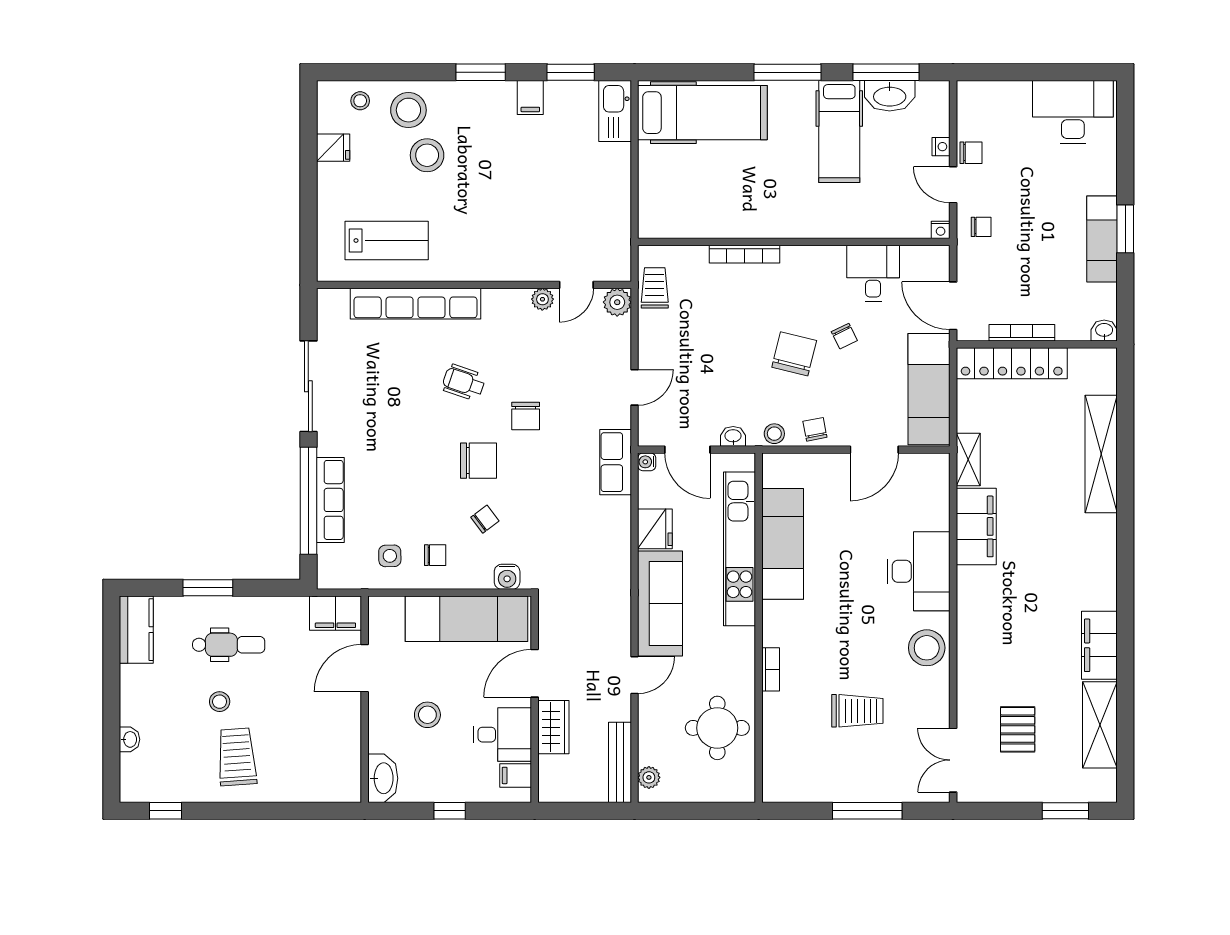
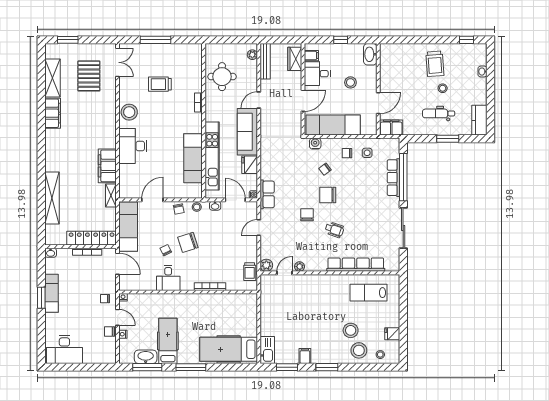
desk: (873, 273) -> (168, 278), moved
chair: (794, 354) -> (188, 242), turned 58
wardrobe: (553, 727) -> (295, 59), moved
pallet: (1018, 729) -> (89, 76), width x1.50, depth x1.42

